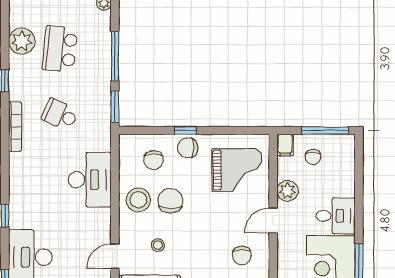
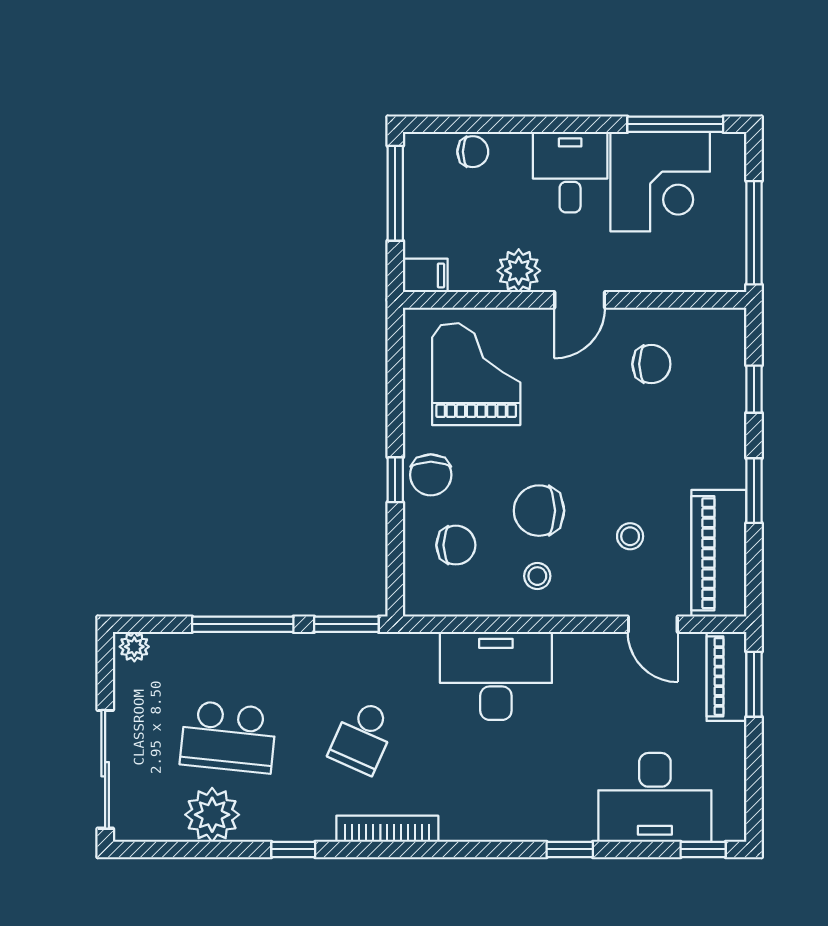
chair: (313, 157) -> (473, 152), moved
stool: (138, 200) -> (537, 576), width x0.53, depth x0.53
door: (273, 221) -> (580, 300), hinge flipped

